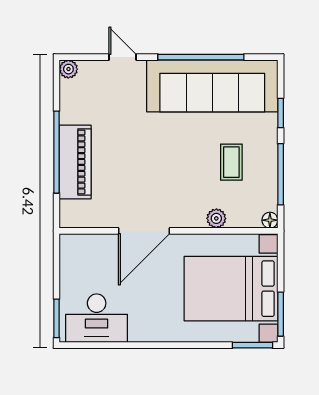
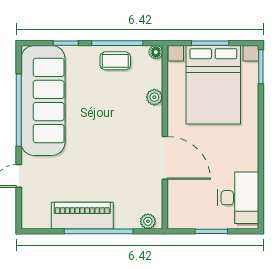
plant: (68, 69) -> (148, 221), moved
piano: (75, 162) -> (82, 216), moved
coffee table: (231, 162) -> (115, 61), moved
window: (281, 314) -> (210, 43), moved
window: (57, 318) -> (211, 231), moved

